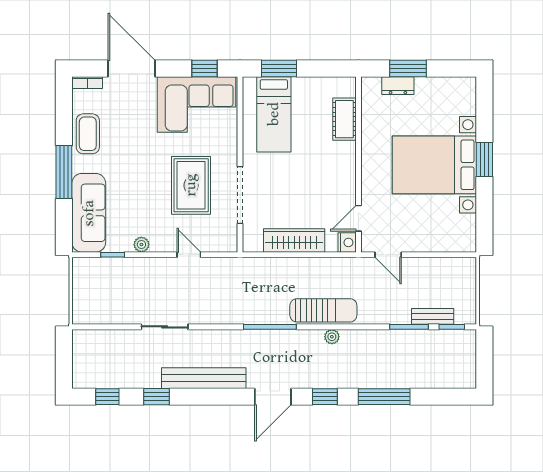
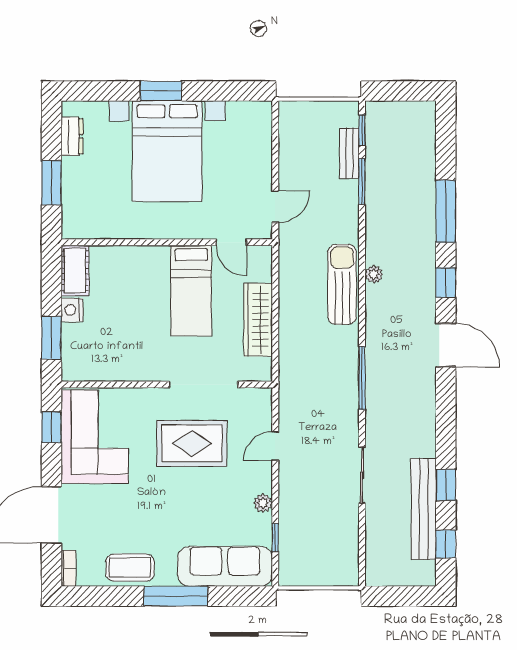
dresser: (398, 86) -> (72, 136), moved
bed: (274, 114) -> (191, 291), moved, turned 90
cot: (344, 119) -> (75, 271), moved, turned 90
nightstand: (347, 242) -> (72, 310), moved, turned -90
window: (270, 327) -> (362, 378), moved
bench: (204, 378) -> (424, 509), moved

